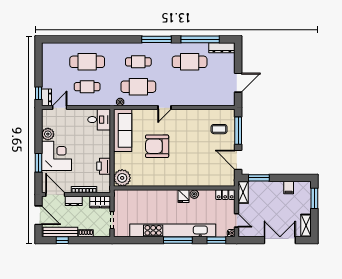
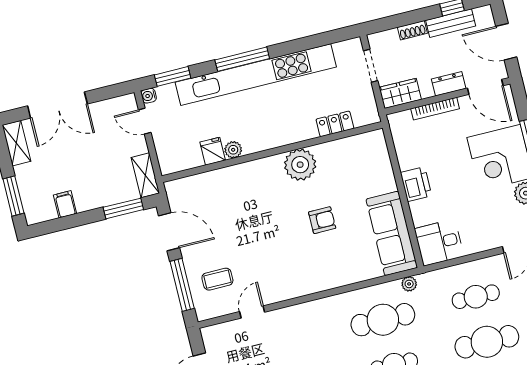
door: (164, 108) -> (252, 312), moved
armchair: (157, 146) -> (322, 220), width x0.53, depth x0.53
printer: (104, 166) -> (416, 184), moved
plant: (122, 178) -> (300, 165), moved
locker: (225, 195) -> (335, 124), moved
fridge: (183, 196) -> (213, 151), moved
bench: (60, 232) -> (451, 23), width x0.73

